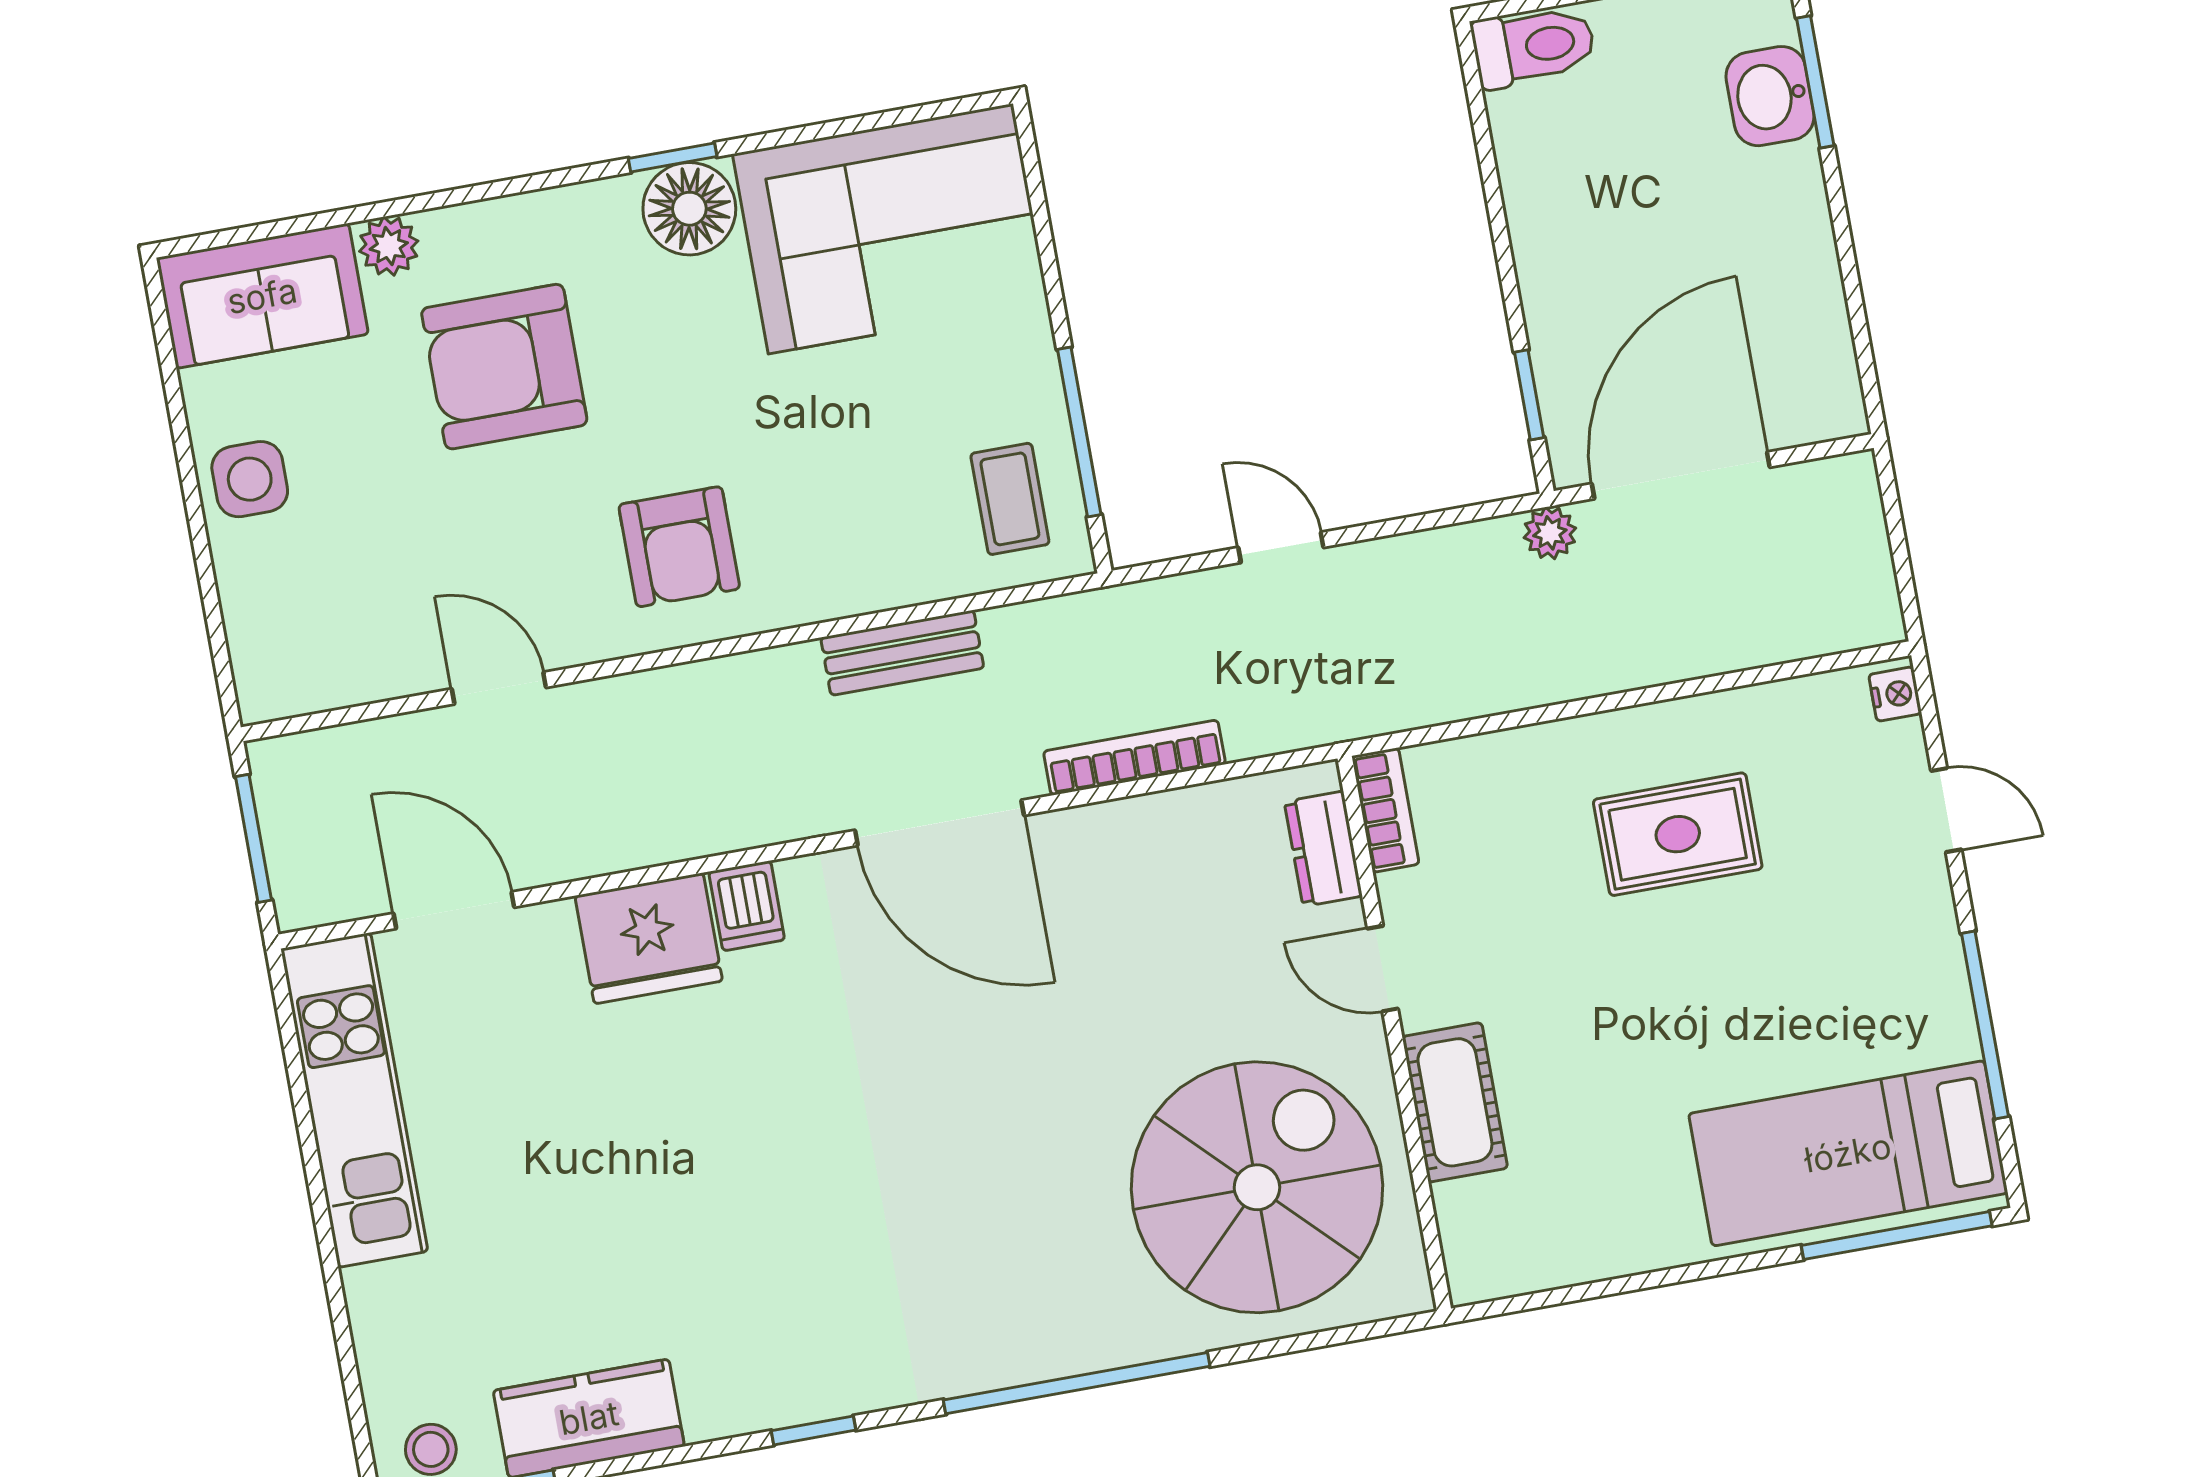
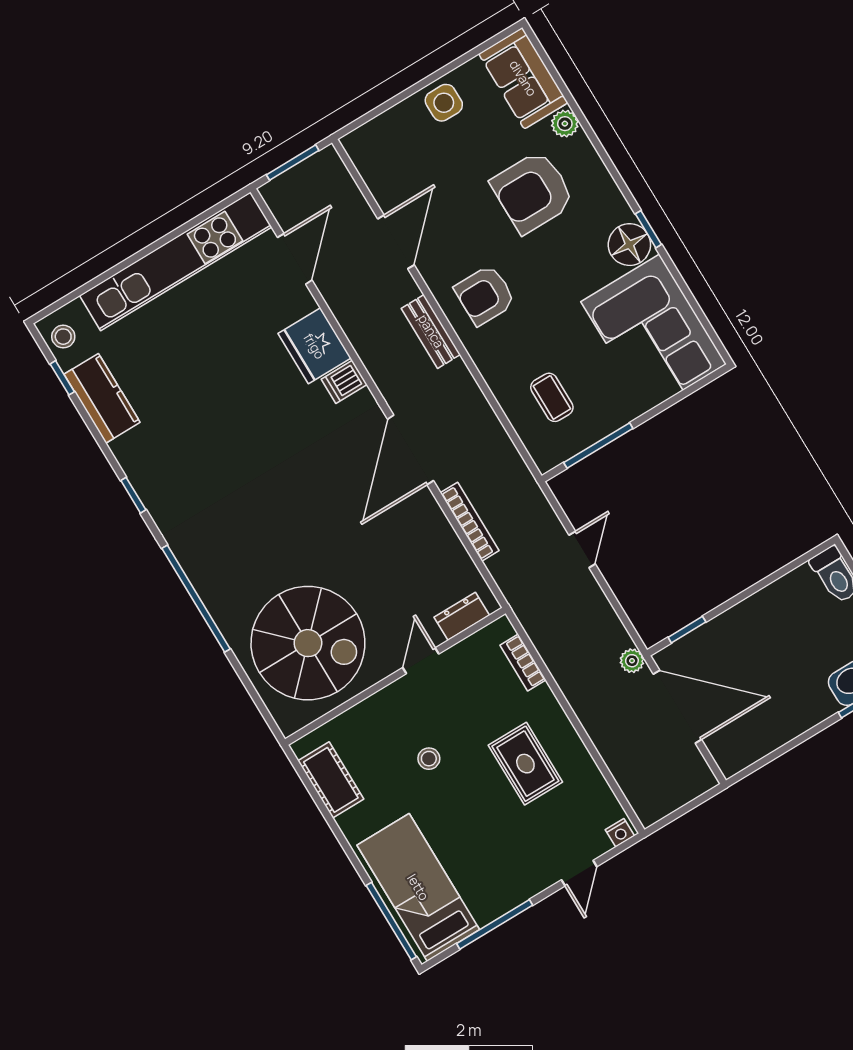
armchair: (504, 367) -> (533, 192), turned -90
coffee table: (1010, 499) -> (552, 397), moved, turned 90
bench: (902, 653) -> (431, 331), moved
door: (499, 688) -> (396, 242), width x1.38
bookcase: (1385, 810) -> (523, 663), moved, turned 90
stool: (1591, 1029) -> (429, 759), added
kitchen unit: (354, 1100) -> (176, 261), width x1.36
cot: (1455, 1102) -> (331, 780), moved, turned 90

